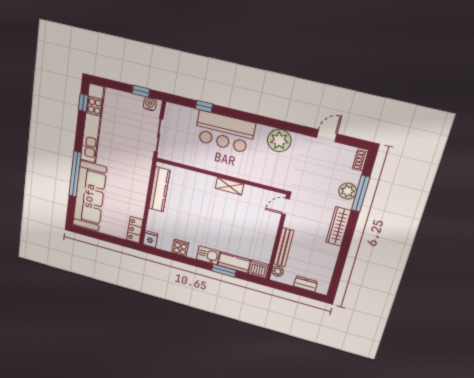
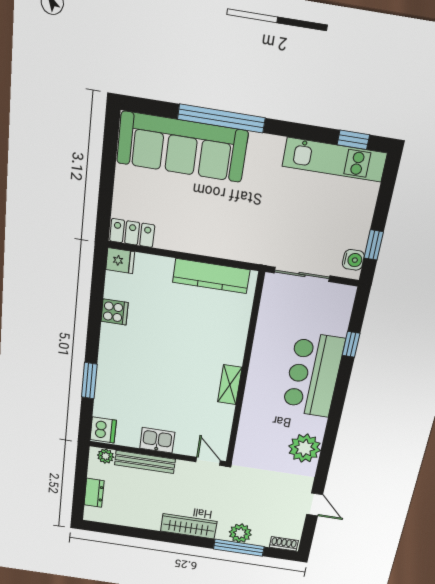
kitchen unit: (93, 124) -> (334, 160), width x0.73
kitchen sink: (208, 255) -> (157, 440), moved, turned -90
kitchen counter: (234, 263) -> (106, 395), removed

